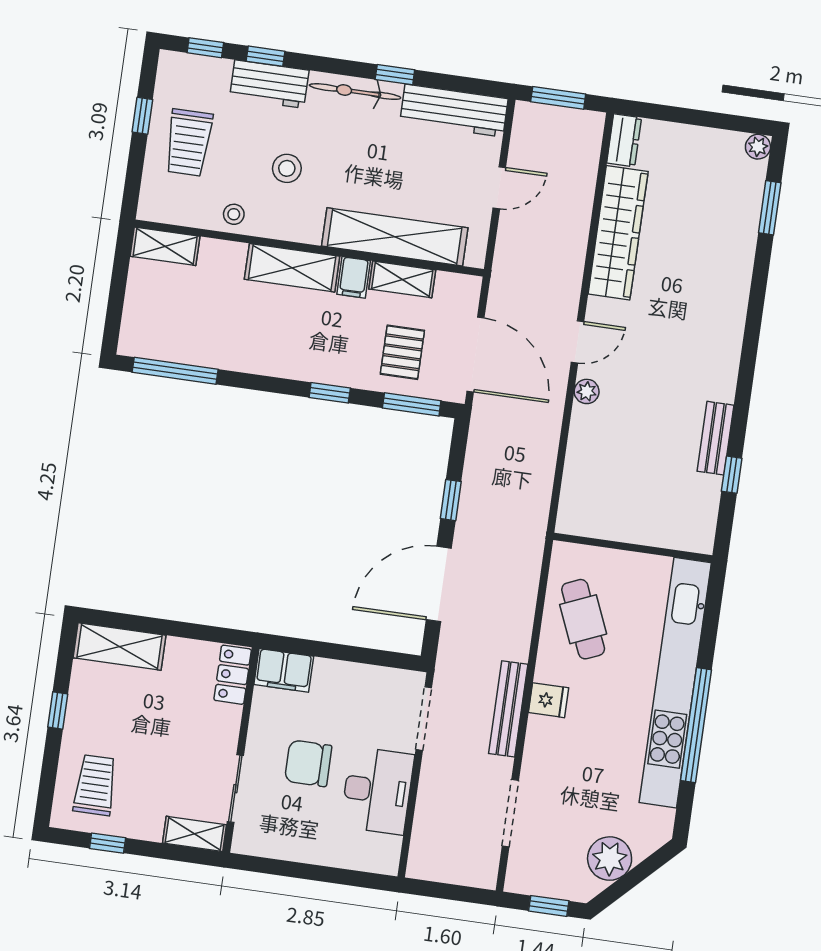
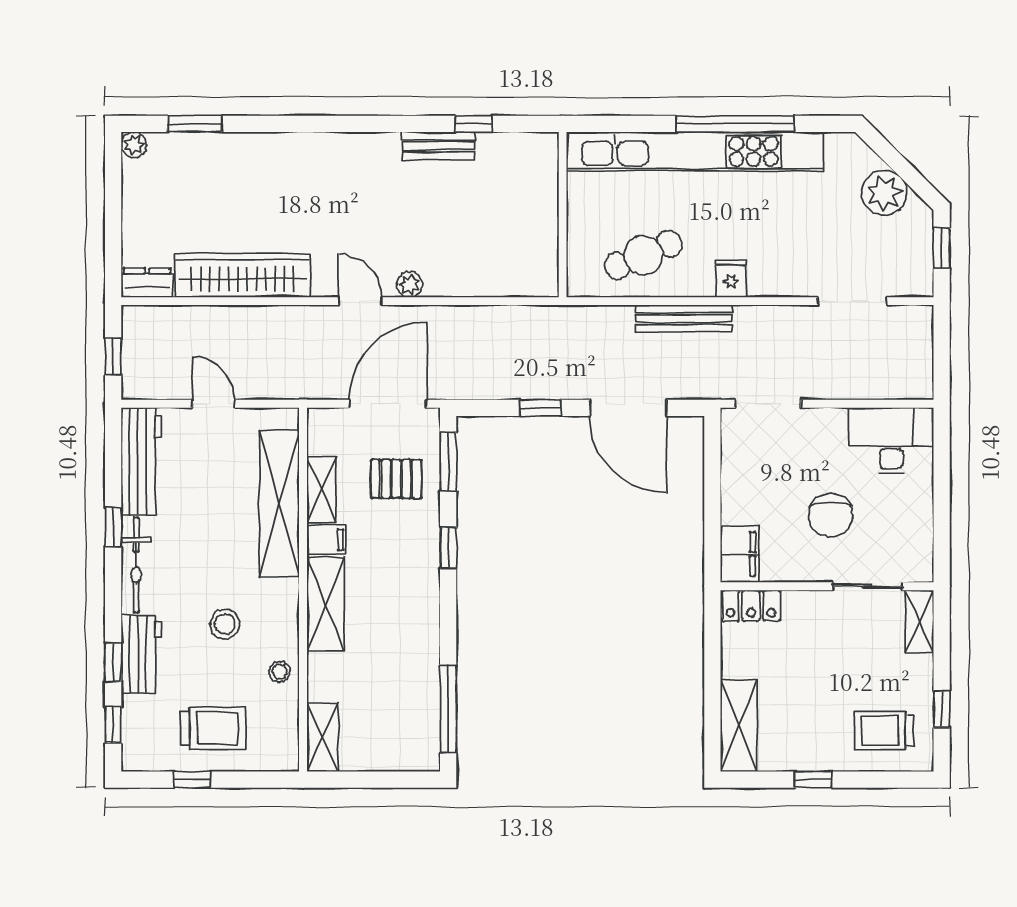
window: (558, 98) -> (113, 356), width x0.67
bench: (508, 709) -> (684, 319), moved
desk: (377, 791) -> (891, 441), moved

